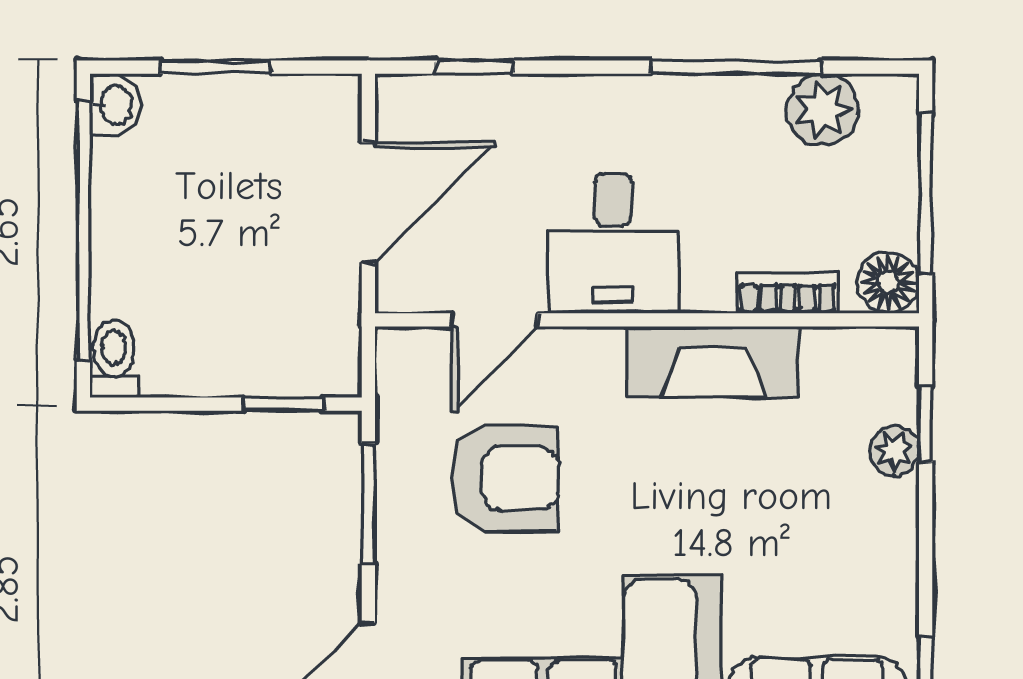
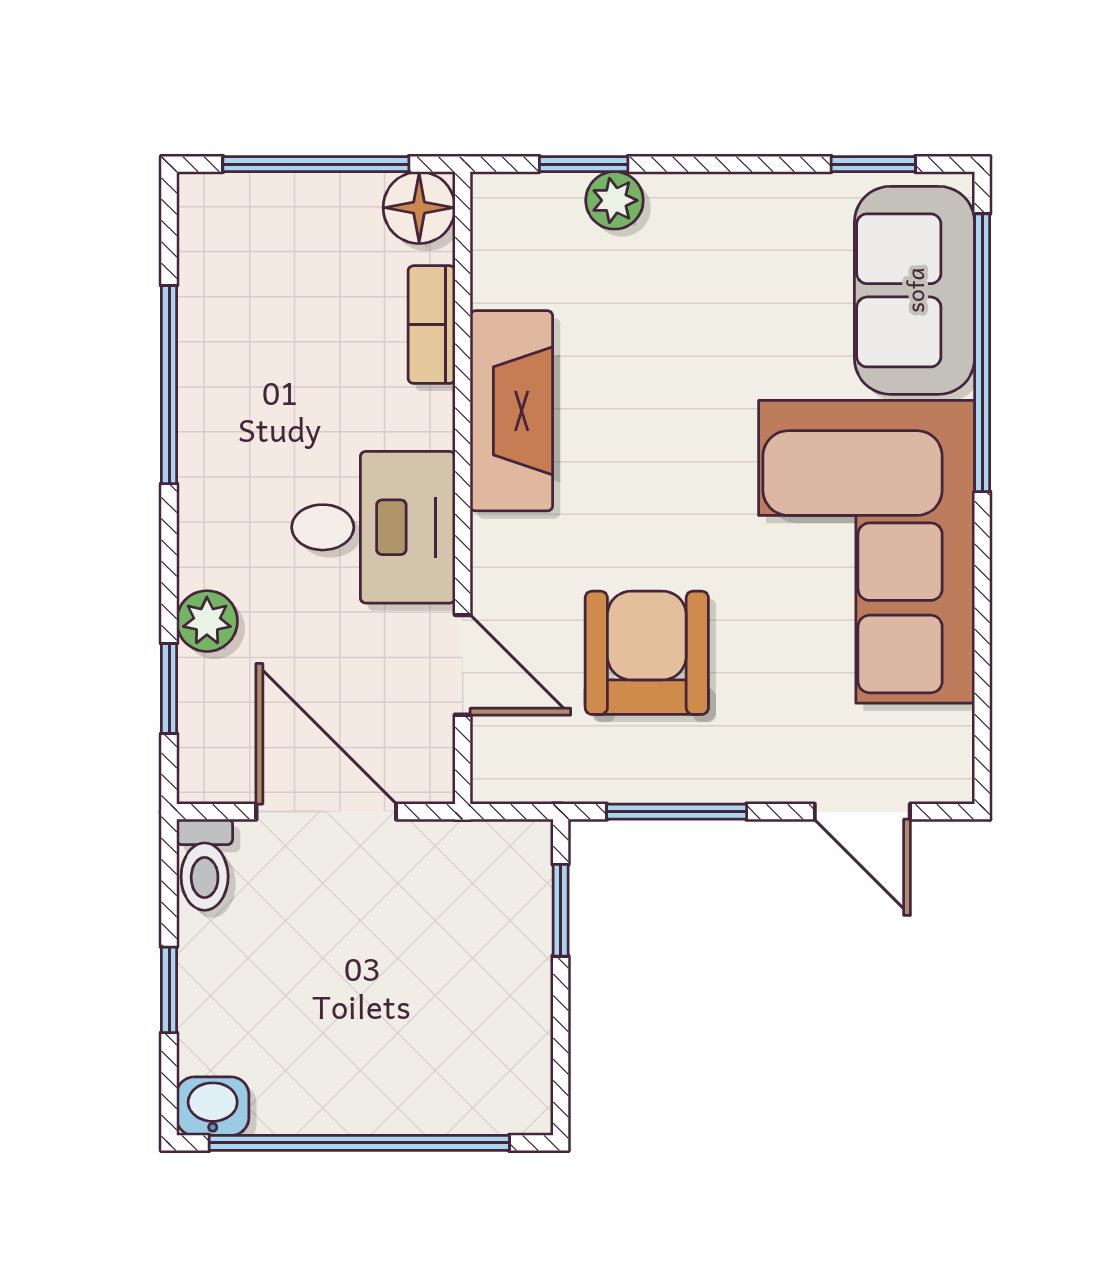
window: (215, 67) -> (169, 990), width x0.67
plant: (823, 110) -> (207, 621), moved, width x0.73, depth x0.73
toilet: (114, 358) -> (205, 865), moved, turned -90

